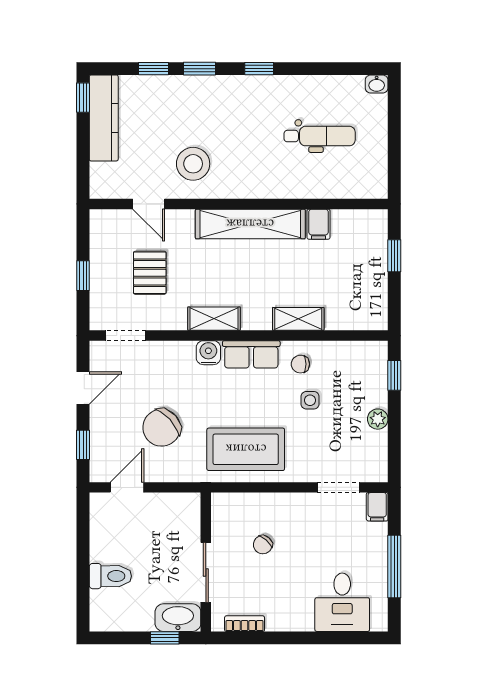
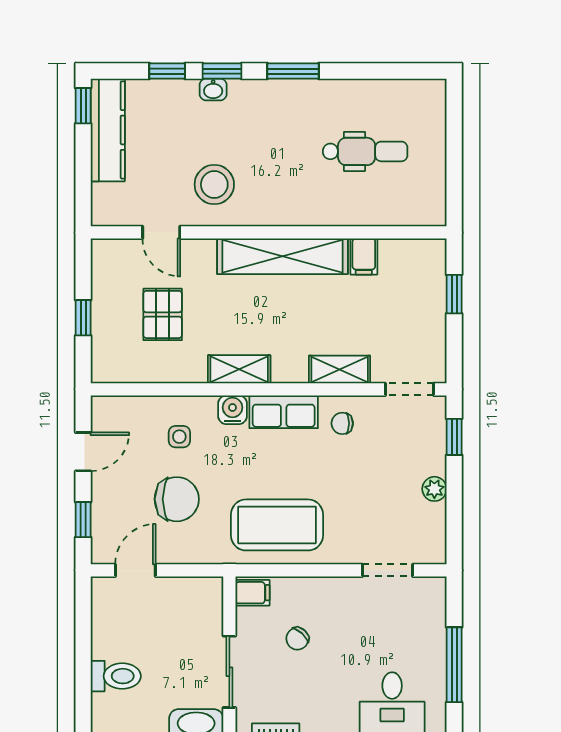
window: (259, 69) -> (293, 71), width x1.50
washbasin: (377, 84) -> (213, 89), moved
doorway: (126, 336) -> (410, 389), moved
side table: (310, 400) -> (179, 437), moved
chair: (162, 428) -> (177, 499), turned -138
filing cabinet: (377, 507) -> (252, 593), moved, turned -90

